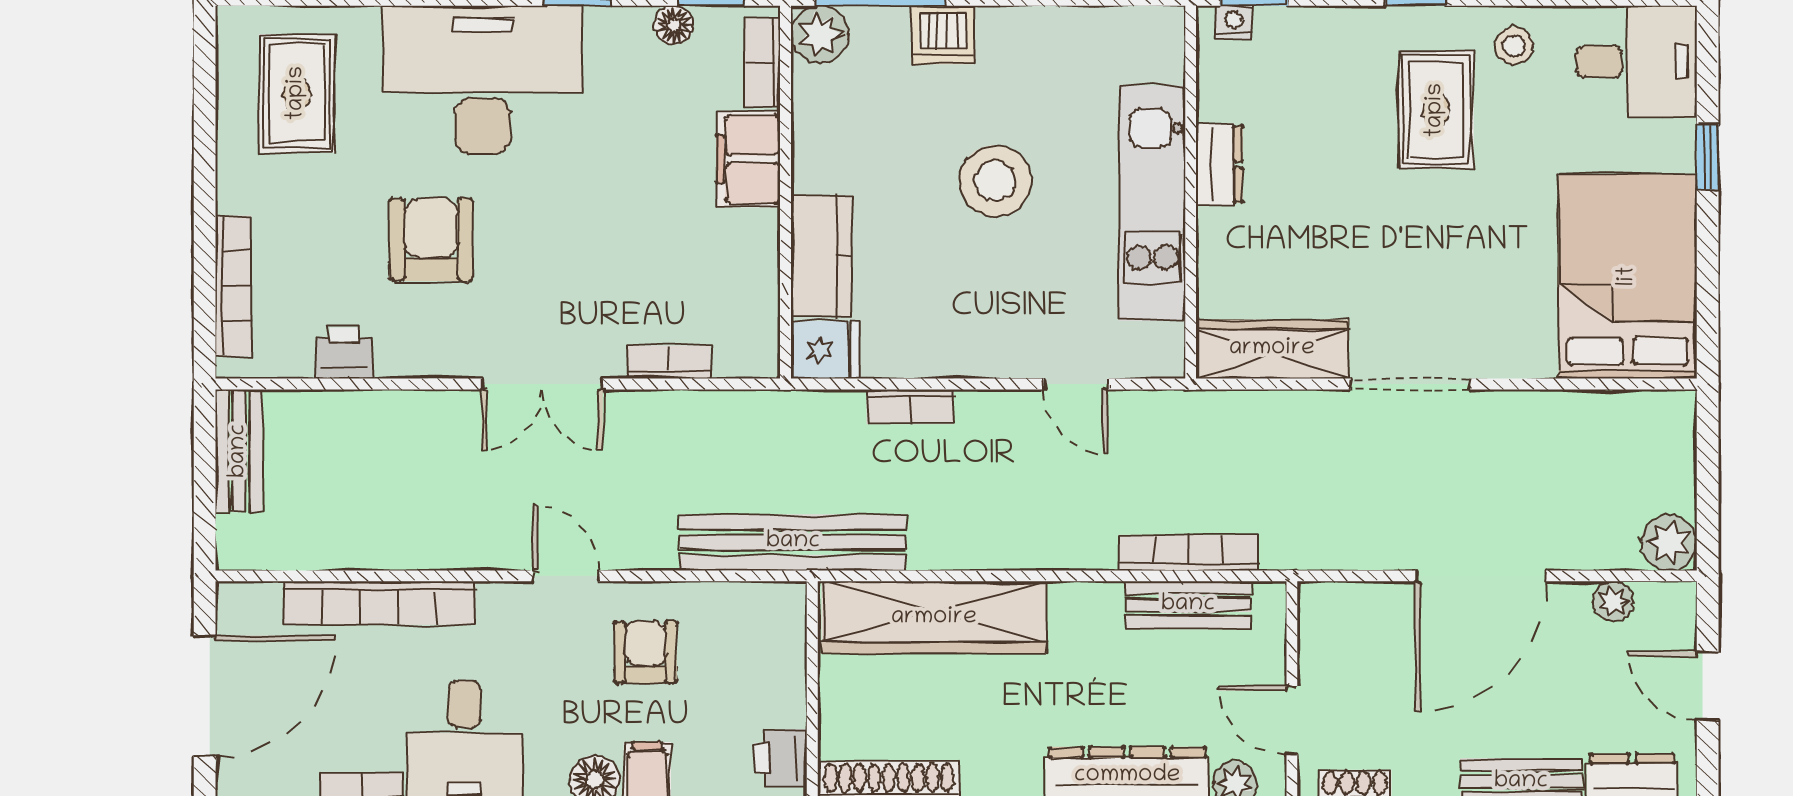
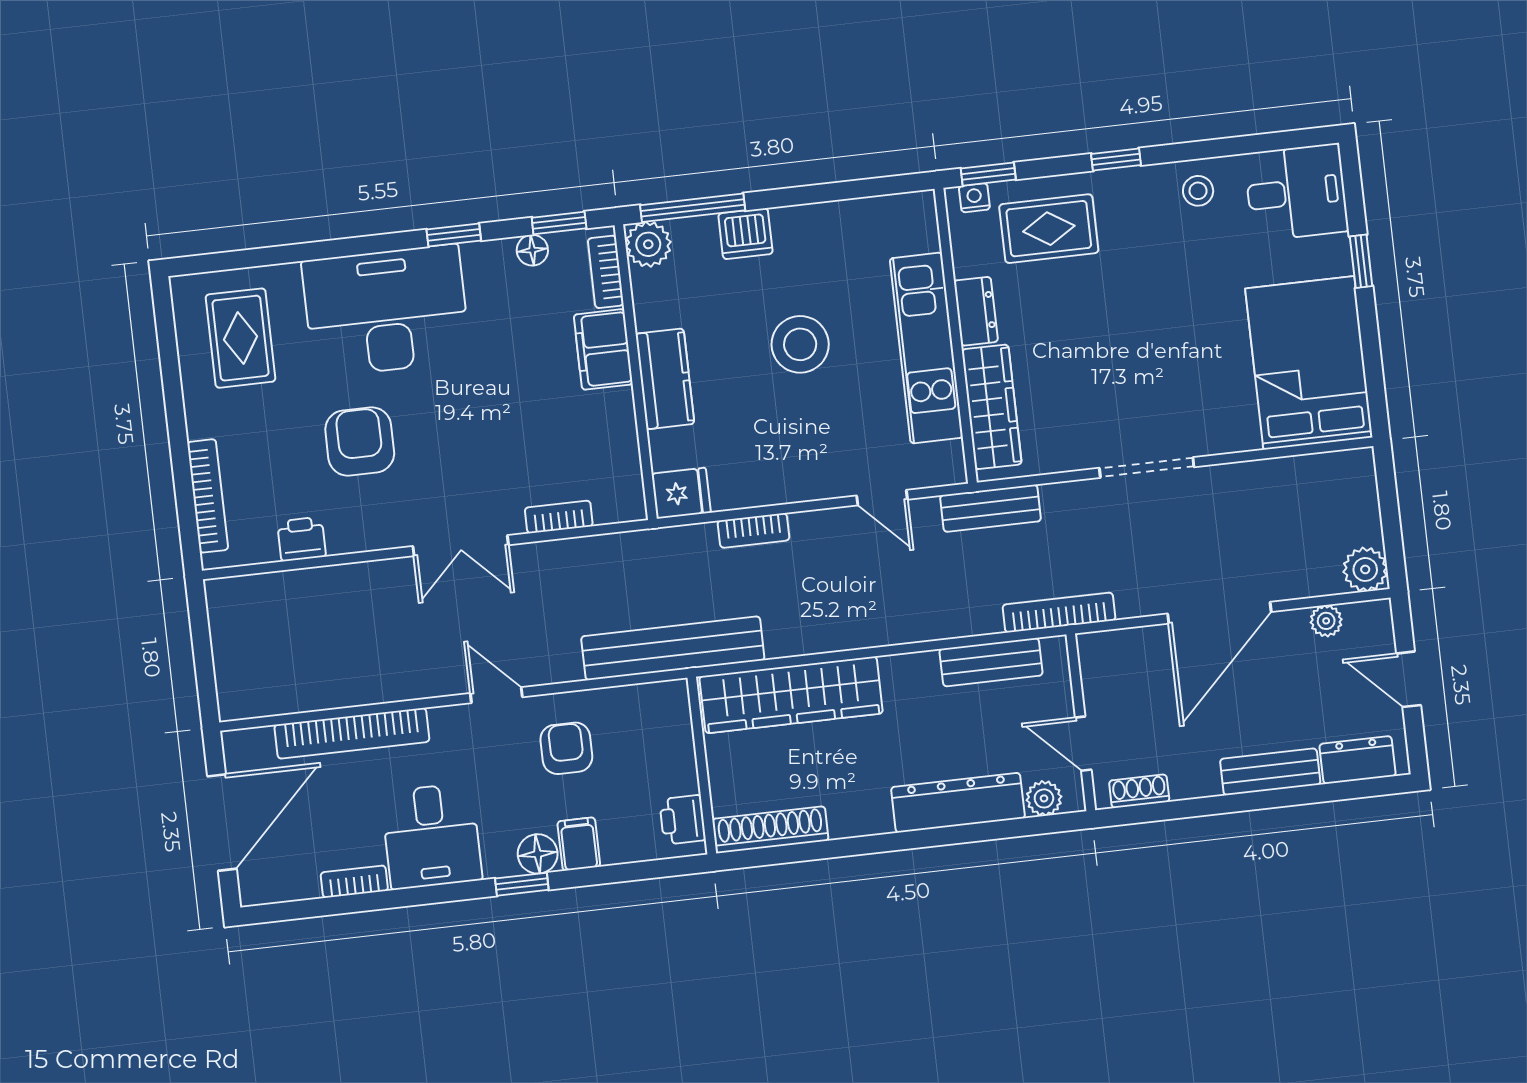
rug: (1436, 110) -> (1049, 229), moved, turned 90
kitchen counter: (821, 256) -> (665, 379), moved
wardrobe: (1272, 349) -> (992, 407), moved, turned 90
bench: (239, 451) -> (990, 508), moved, turned 90
bookcase: (1188, 553) -> (1059, 612), moved

